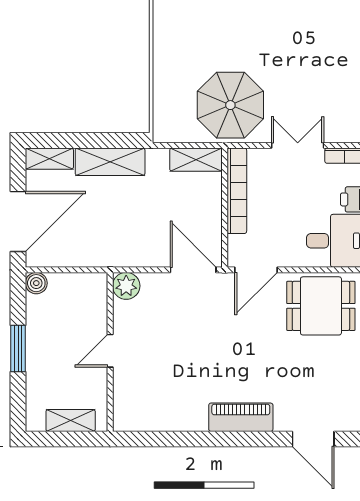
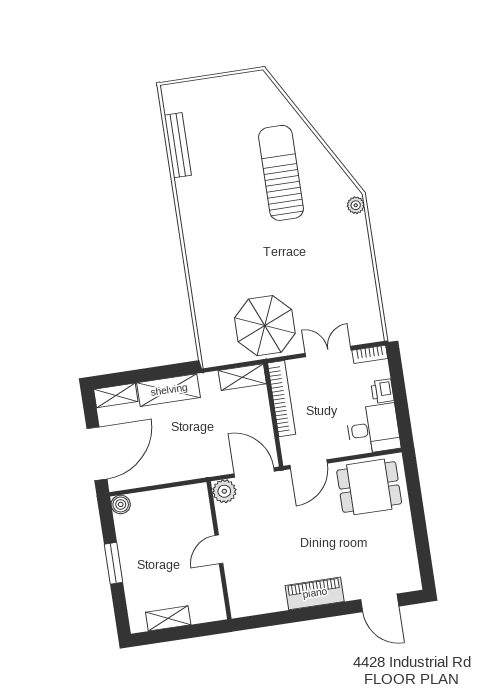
plant: (126, 286) -> (224, 491), moved
door: (110, 351) -> (219, 549), moved
wall: (110, 352) -> (219, 550), moved

